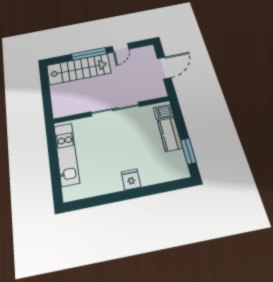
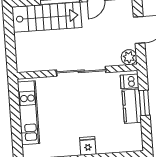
plant: (159, 91) -> (129, 57), added
window: (188, 151) -> (144, 103), moved

